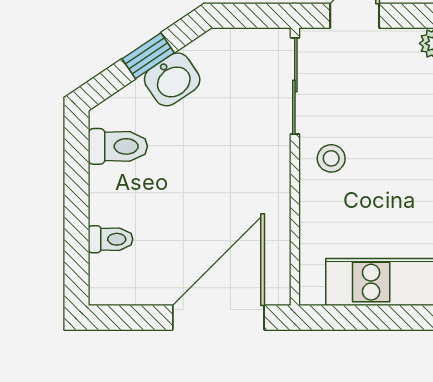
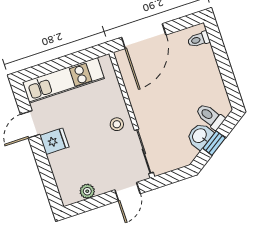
toilet: (118, 146) -> (210, 116), moved, turned 56
toilet: (111, 239) -> (199, 39), moved

